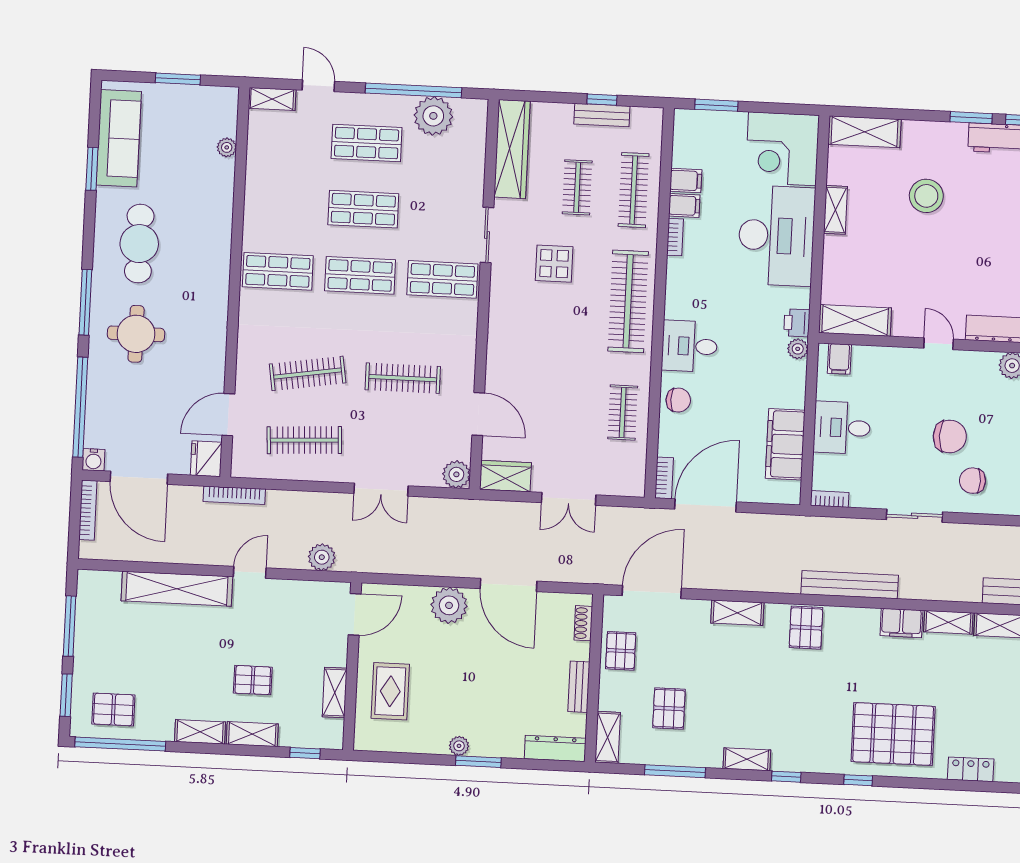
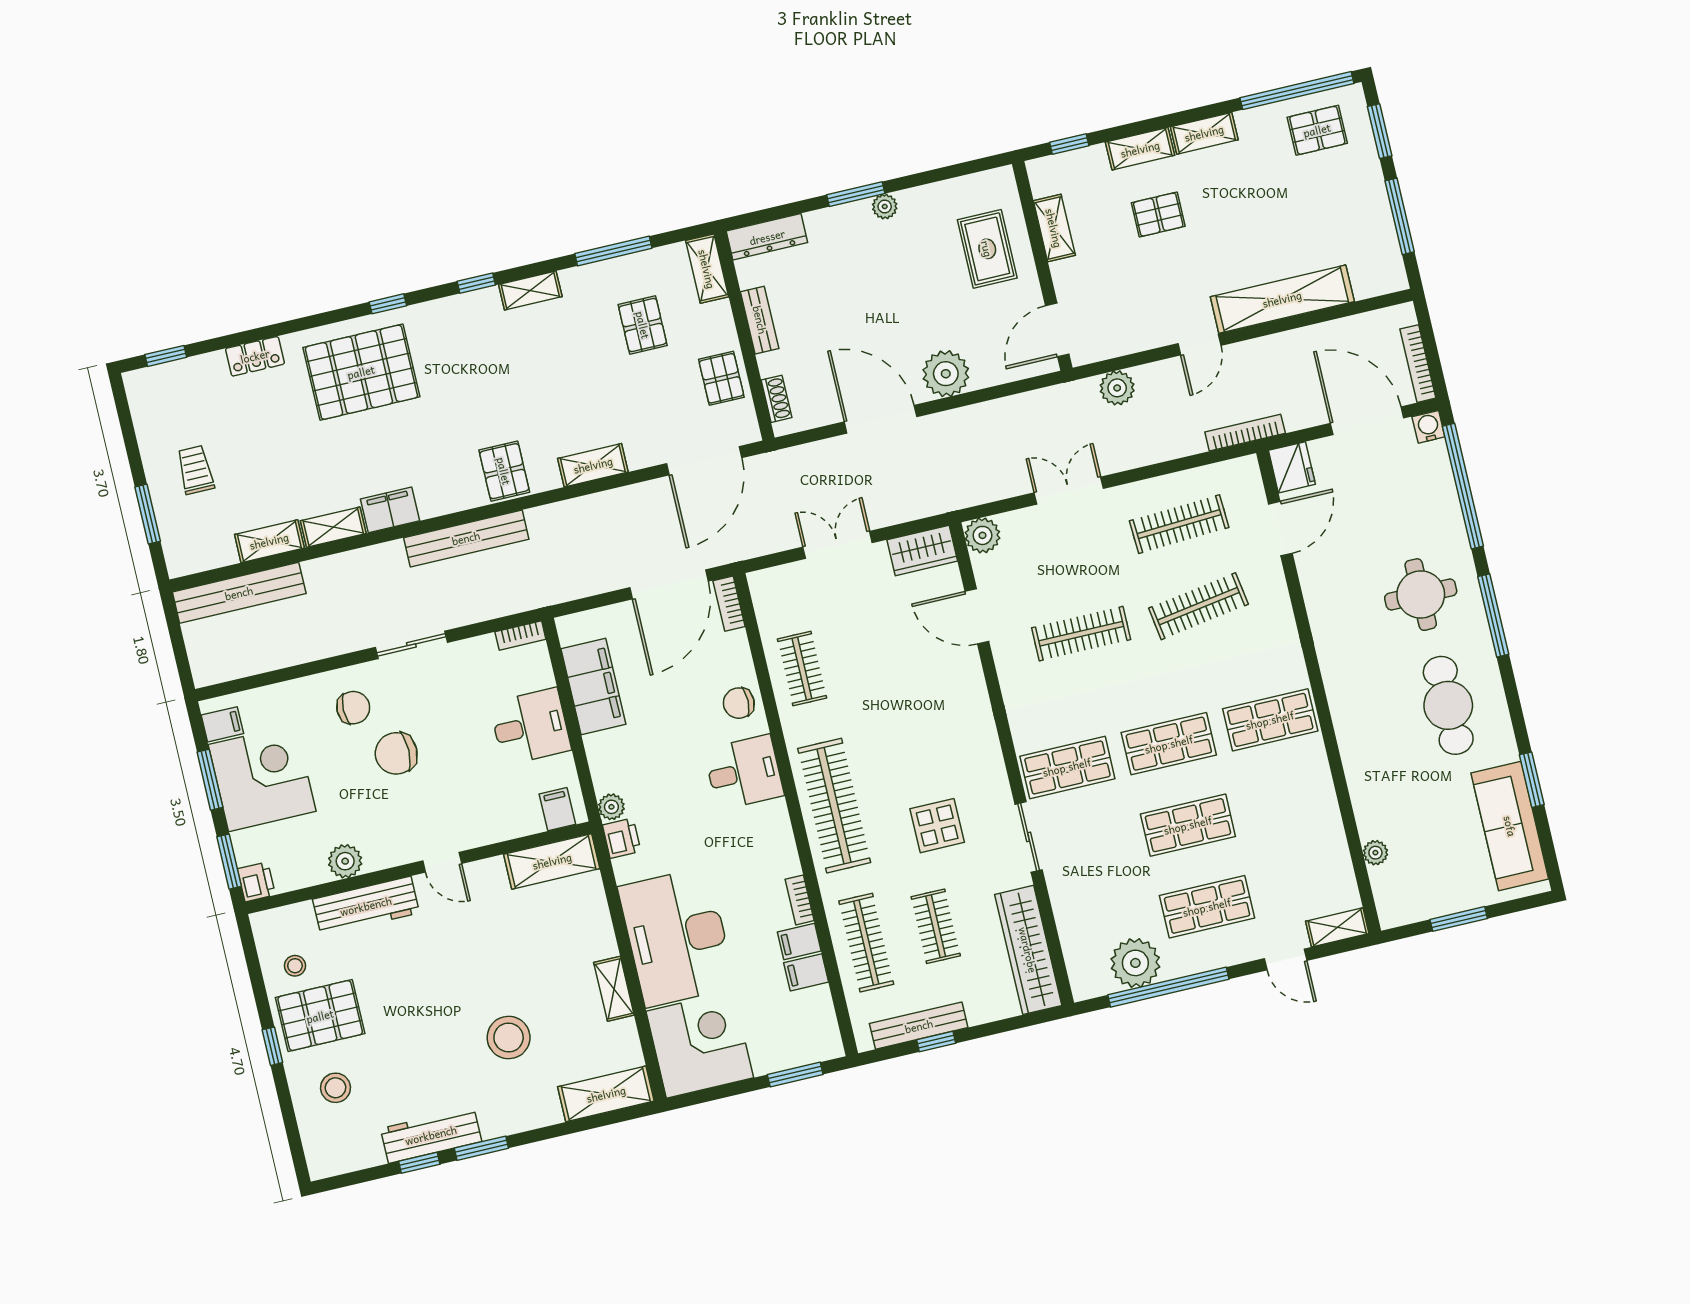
bench: (602, 115) -> (919, 1026), width x1.36

